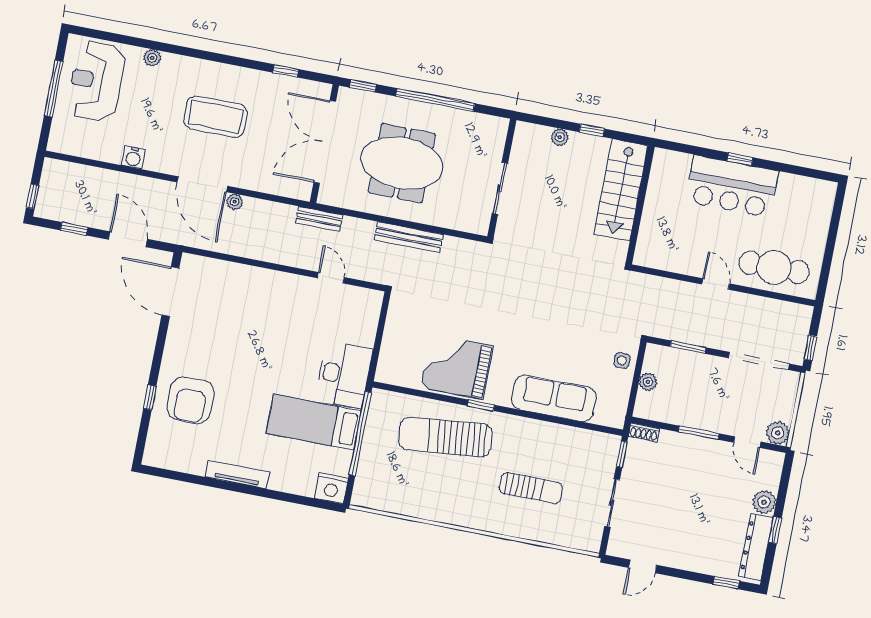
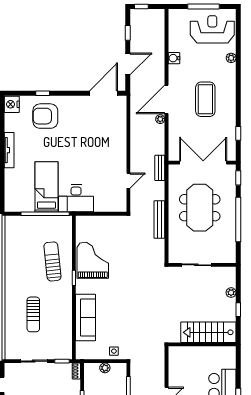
sun lounger: (445, 437) -> (52, 261), width x0.73, depth x0.75
nightstand: (331, 488) -> (12, 104), moved

